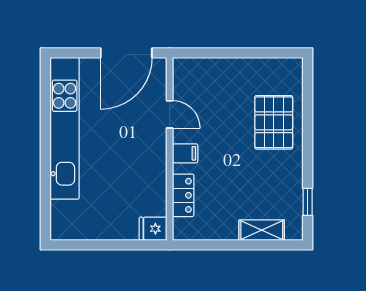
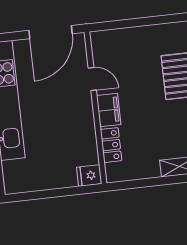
filing cabinet: (185, 153) -> (109, 110), width x2.00

